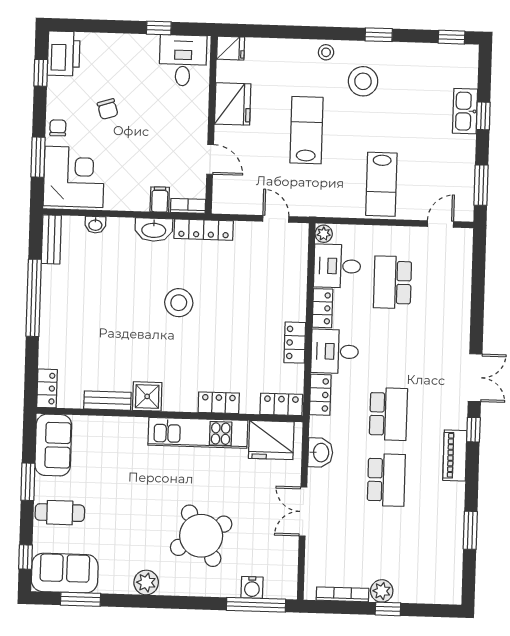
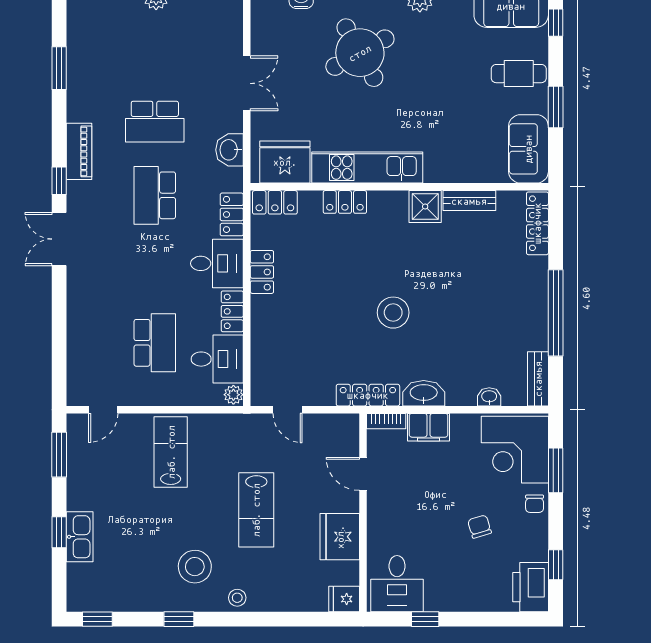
filing cabinet: (160, 200) -> (429, 427), width x2.00
locker: (47, 388) -> (537, 223), width x1.53
school desk: (386, 480) -> (155, 122), turned -90

